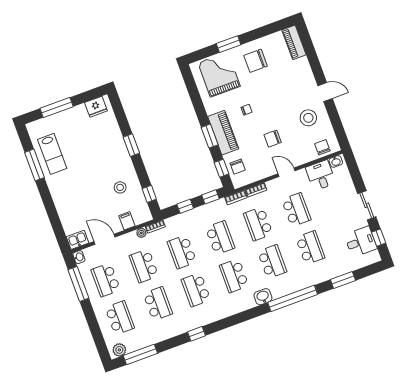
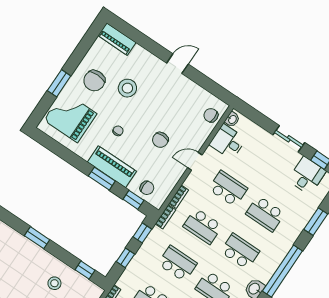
stool: (308, 118) -> (127, 88), moved
school desk: (310, 248) -> (265, 214), turned 180

